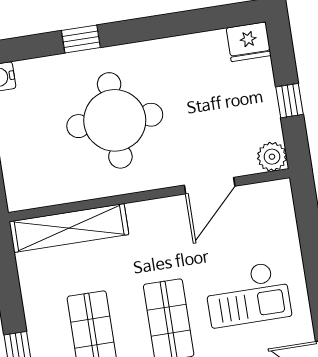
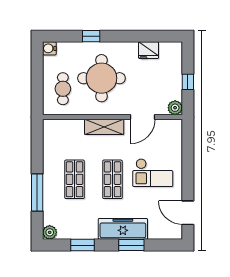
fridge: (249, 42) -> (149, 50), moved
cafe table: (40, 154) -> (63, 89), added
shelving: (69, 228) -> (104, 127), moved, width x0.68

